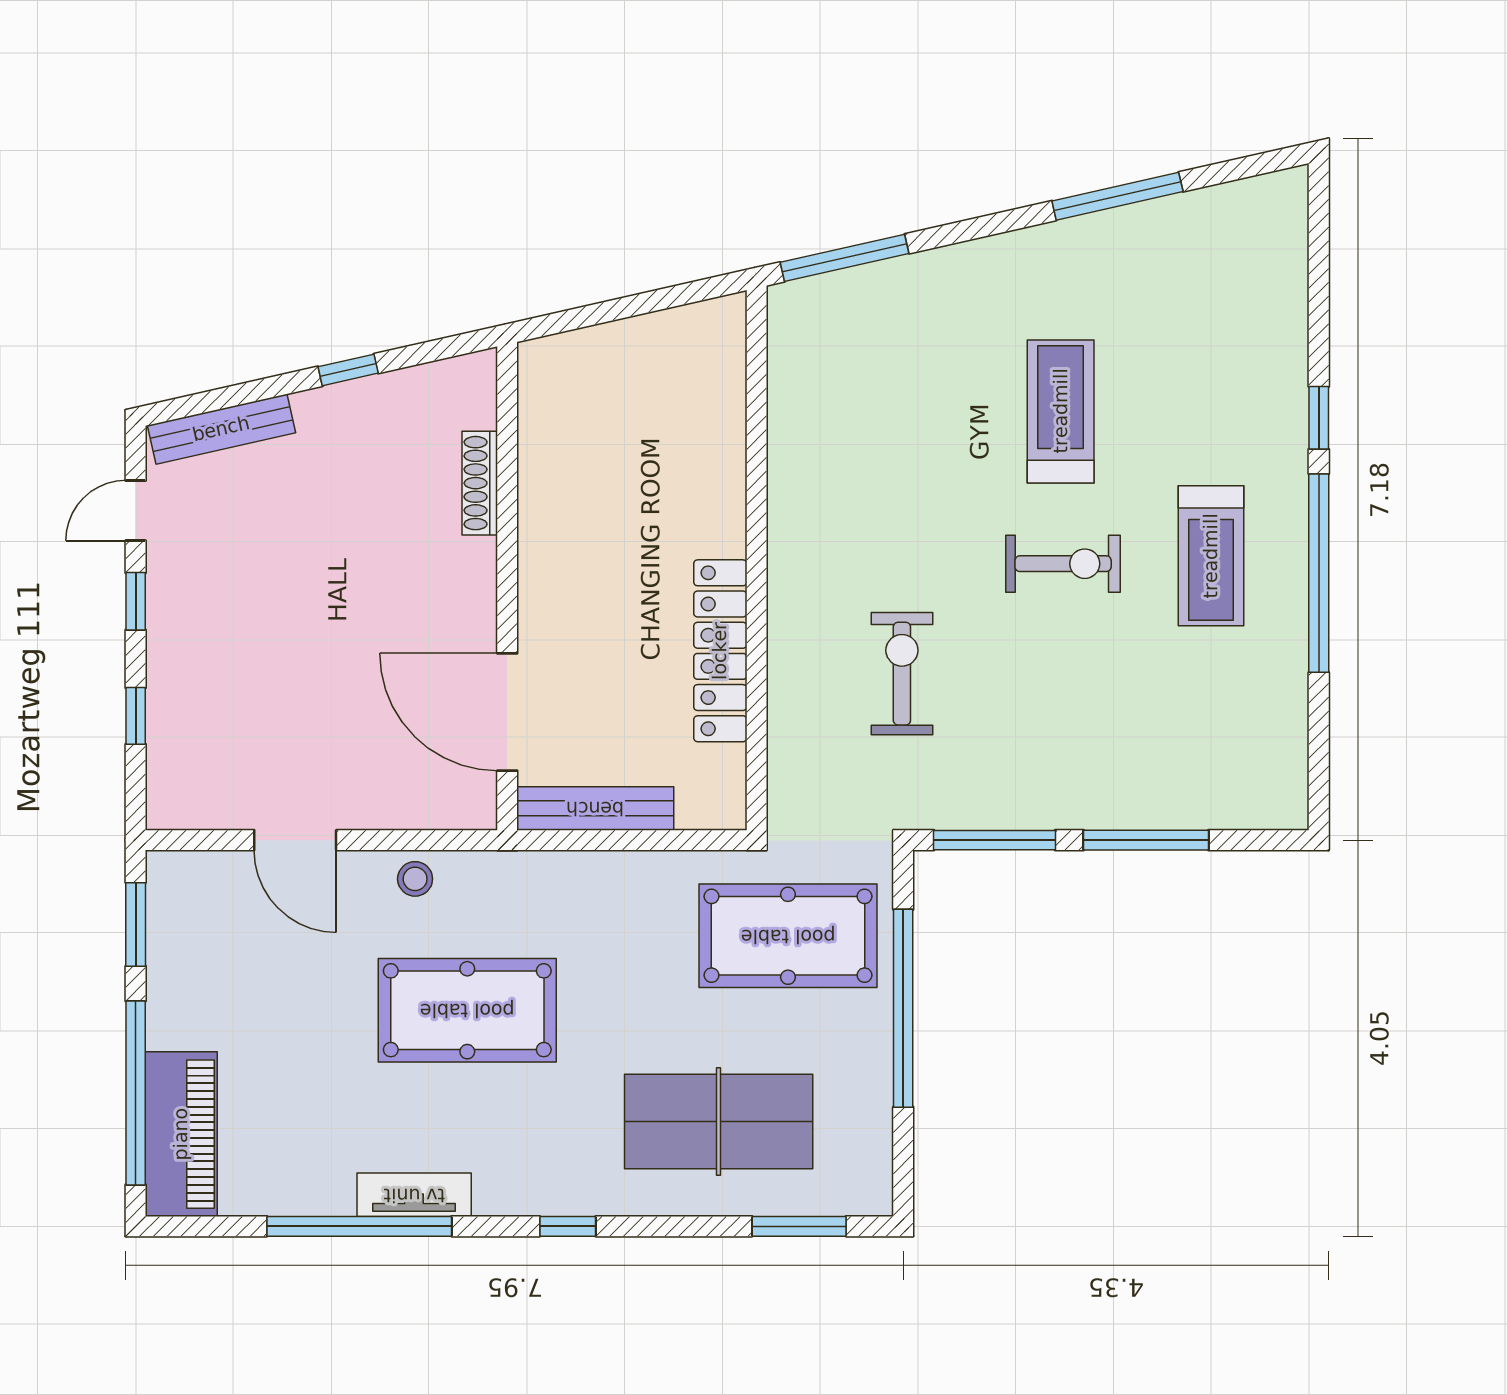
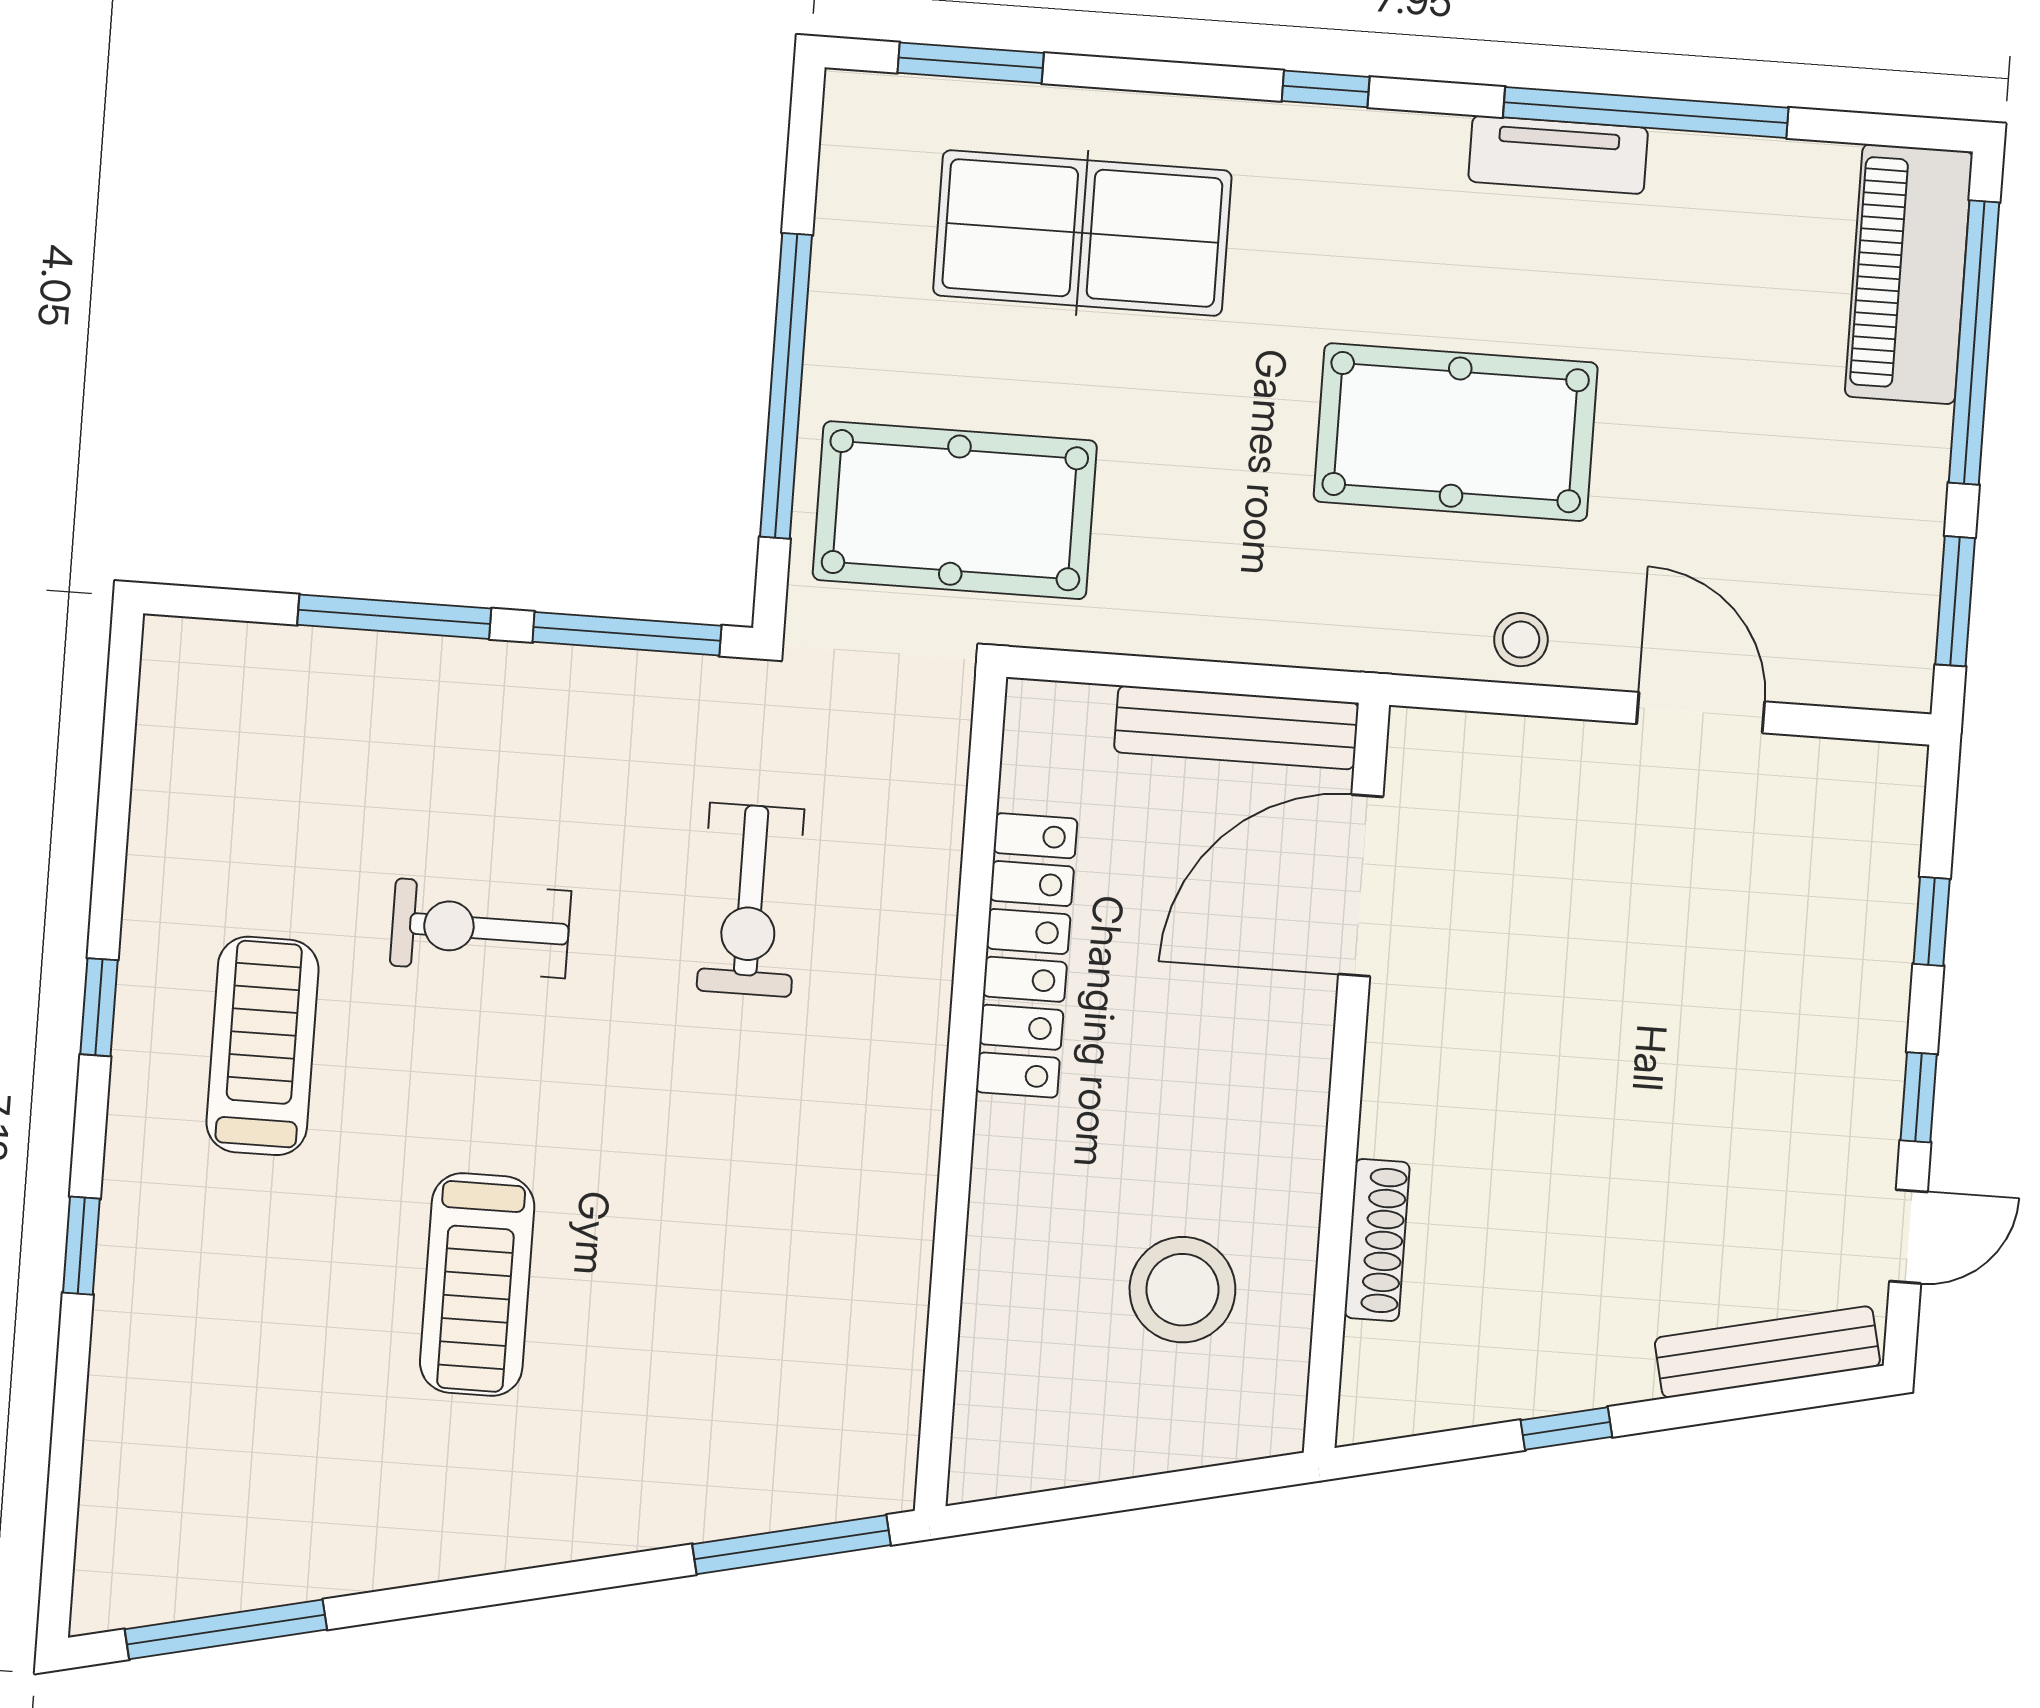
window: (1117, 196) -> (226, 1629), moved
stool: (603, 442) -> (1182, 1290), added
exercise bike: (1063, 564) -> (481, 928), moved
window: (1319, 573) -> (99, 1007), width x0.32
door: (507, 712) -> (1361, 885), swing flipped

